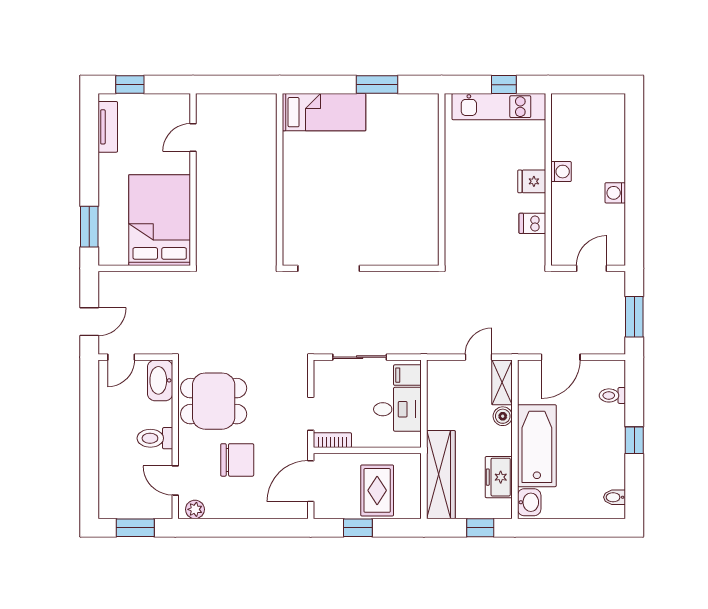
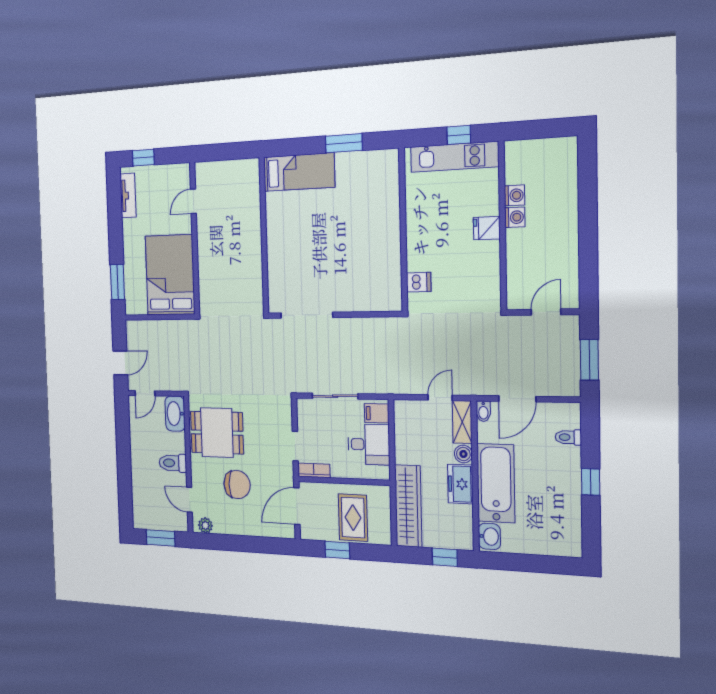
washing machine: (615, 193) -> (515, 195), moved, turned 180
dishwasher: (532, 223) -> (419, 282), moved, turned 180
freezer: (499, 477) -> (460, 484), moved
bidet: (615, 497) -> (483, 411), moved, turned -90

